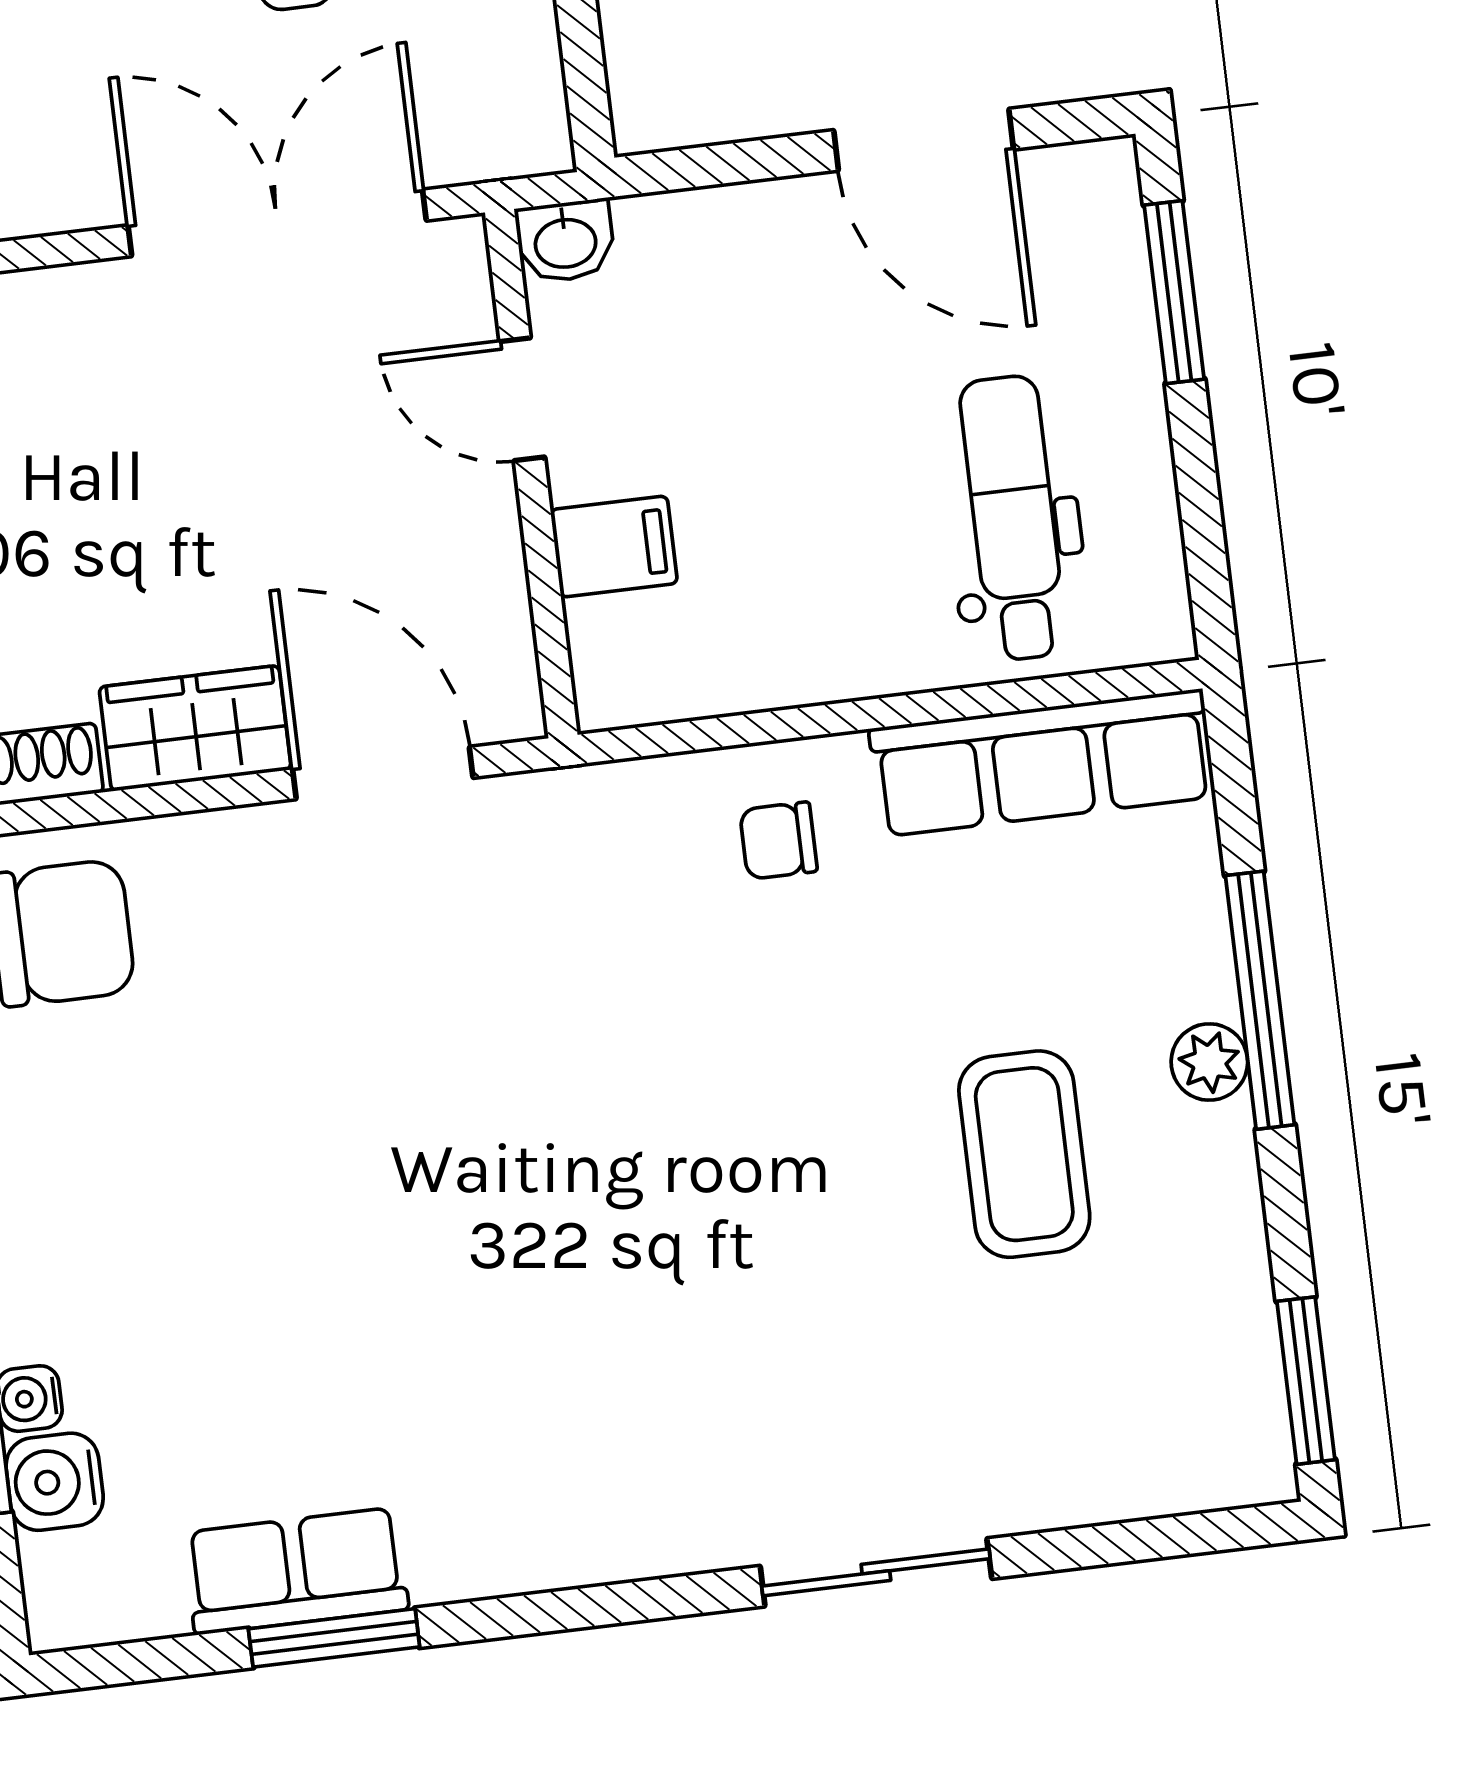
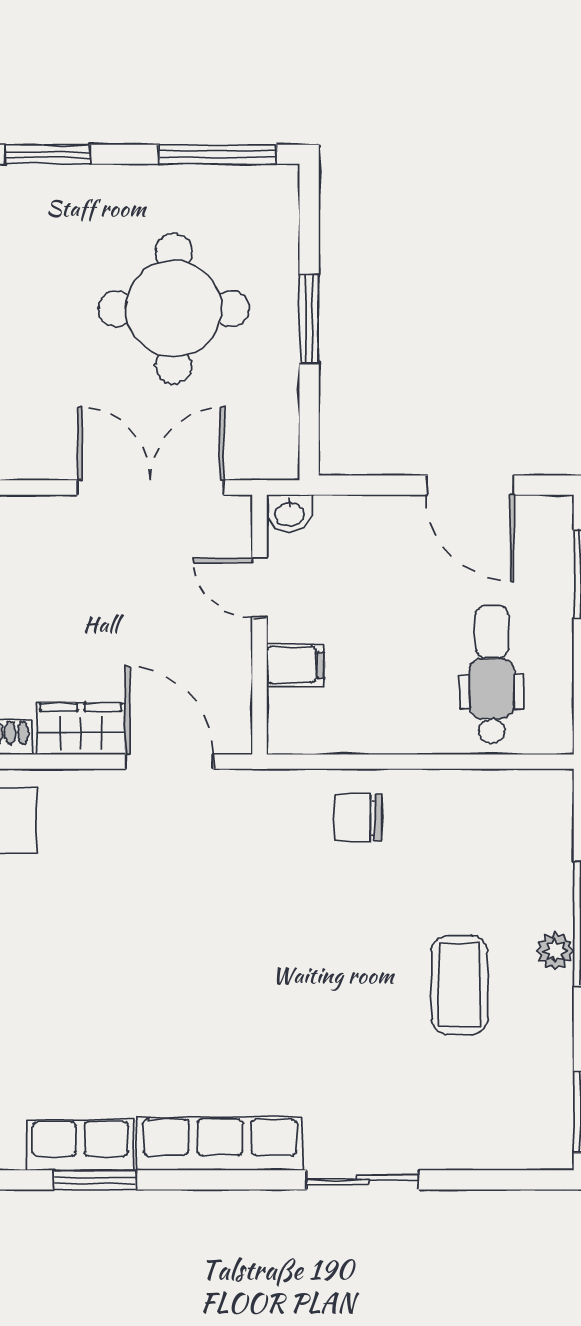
row of seats: (1042, 763) -> (220, 1144), moved, turned 180
chair: (778, 841) -> (358, 818), width x1.37, depth x1.37

